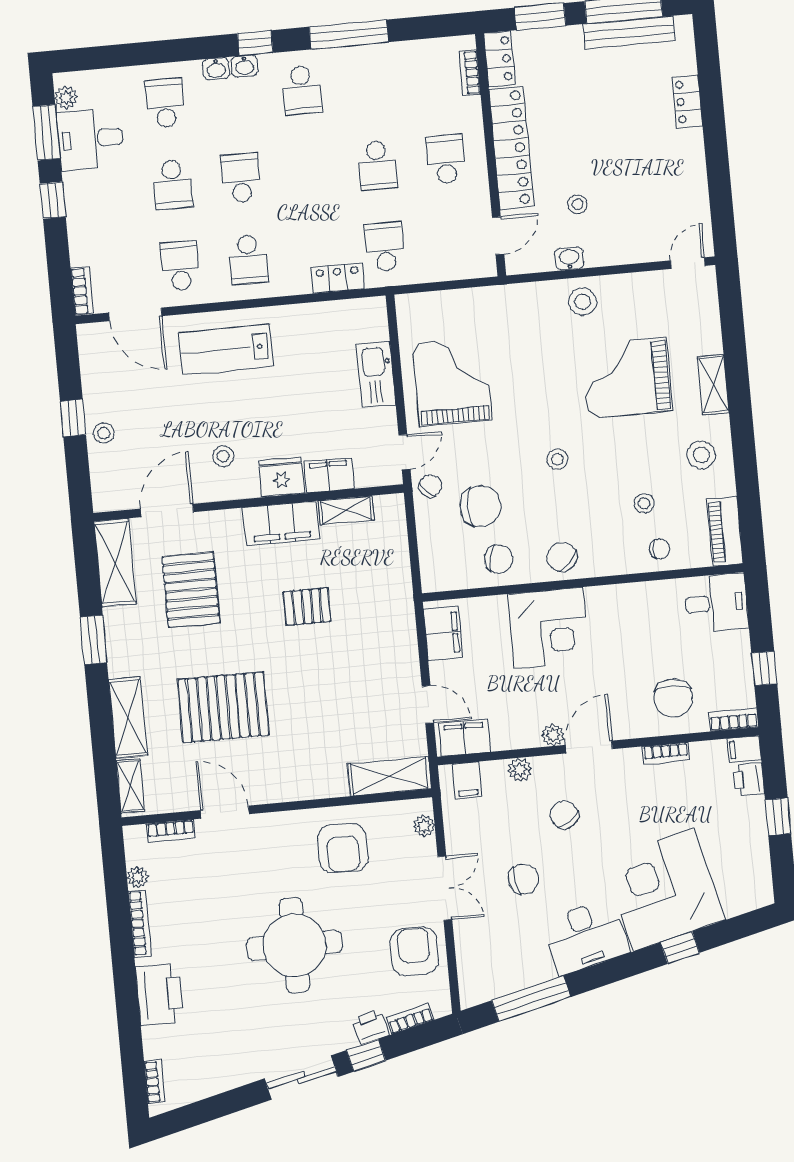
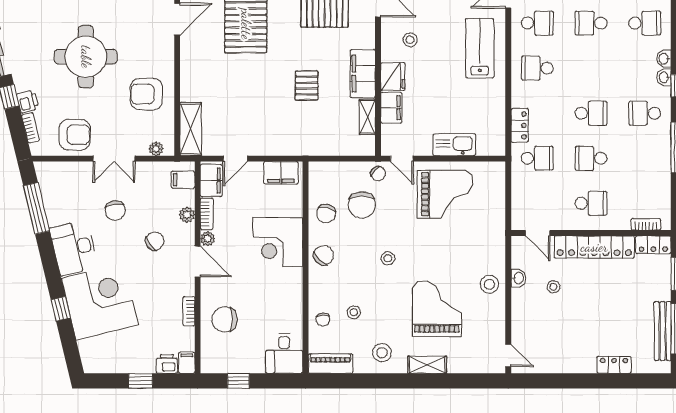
school desk: (241, 178) -> (591, 113), moved
bookcase: (734, 720) -> (207, 214), moved

